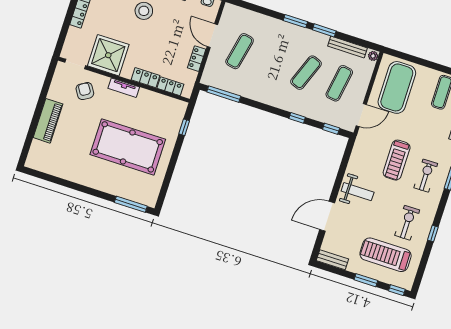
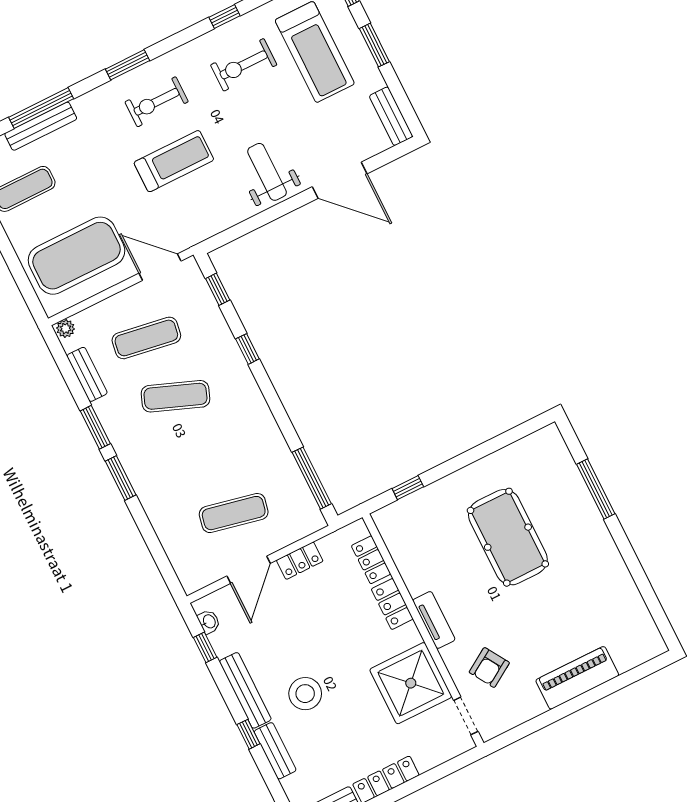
bench: (348, 47) -> (87, 374), width x0.73
pool table: (128, 147) -> (508, 537), width x0.73, depth x0.76
window: (131, 204) -> (596, 489), moved

